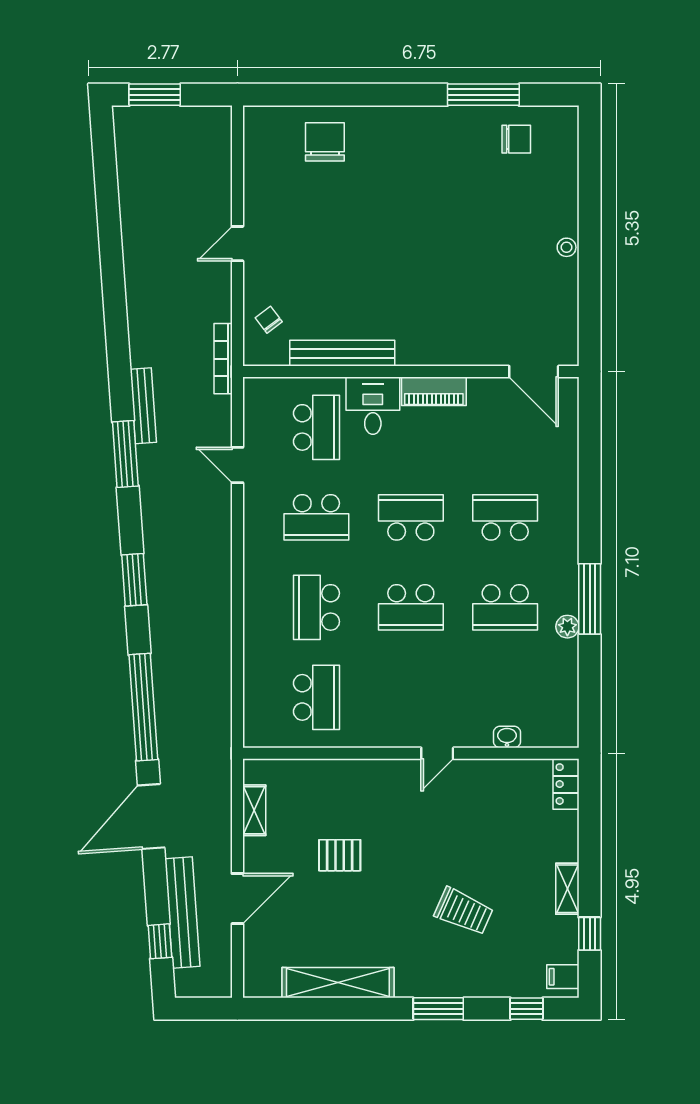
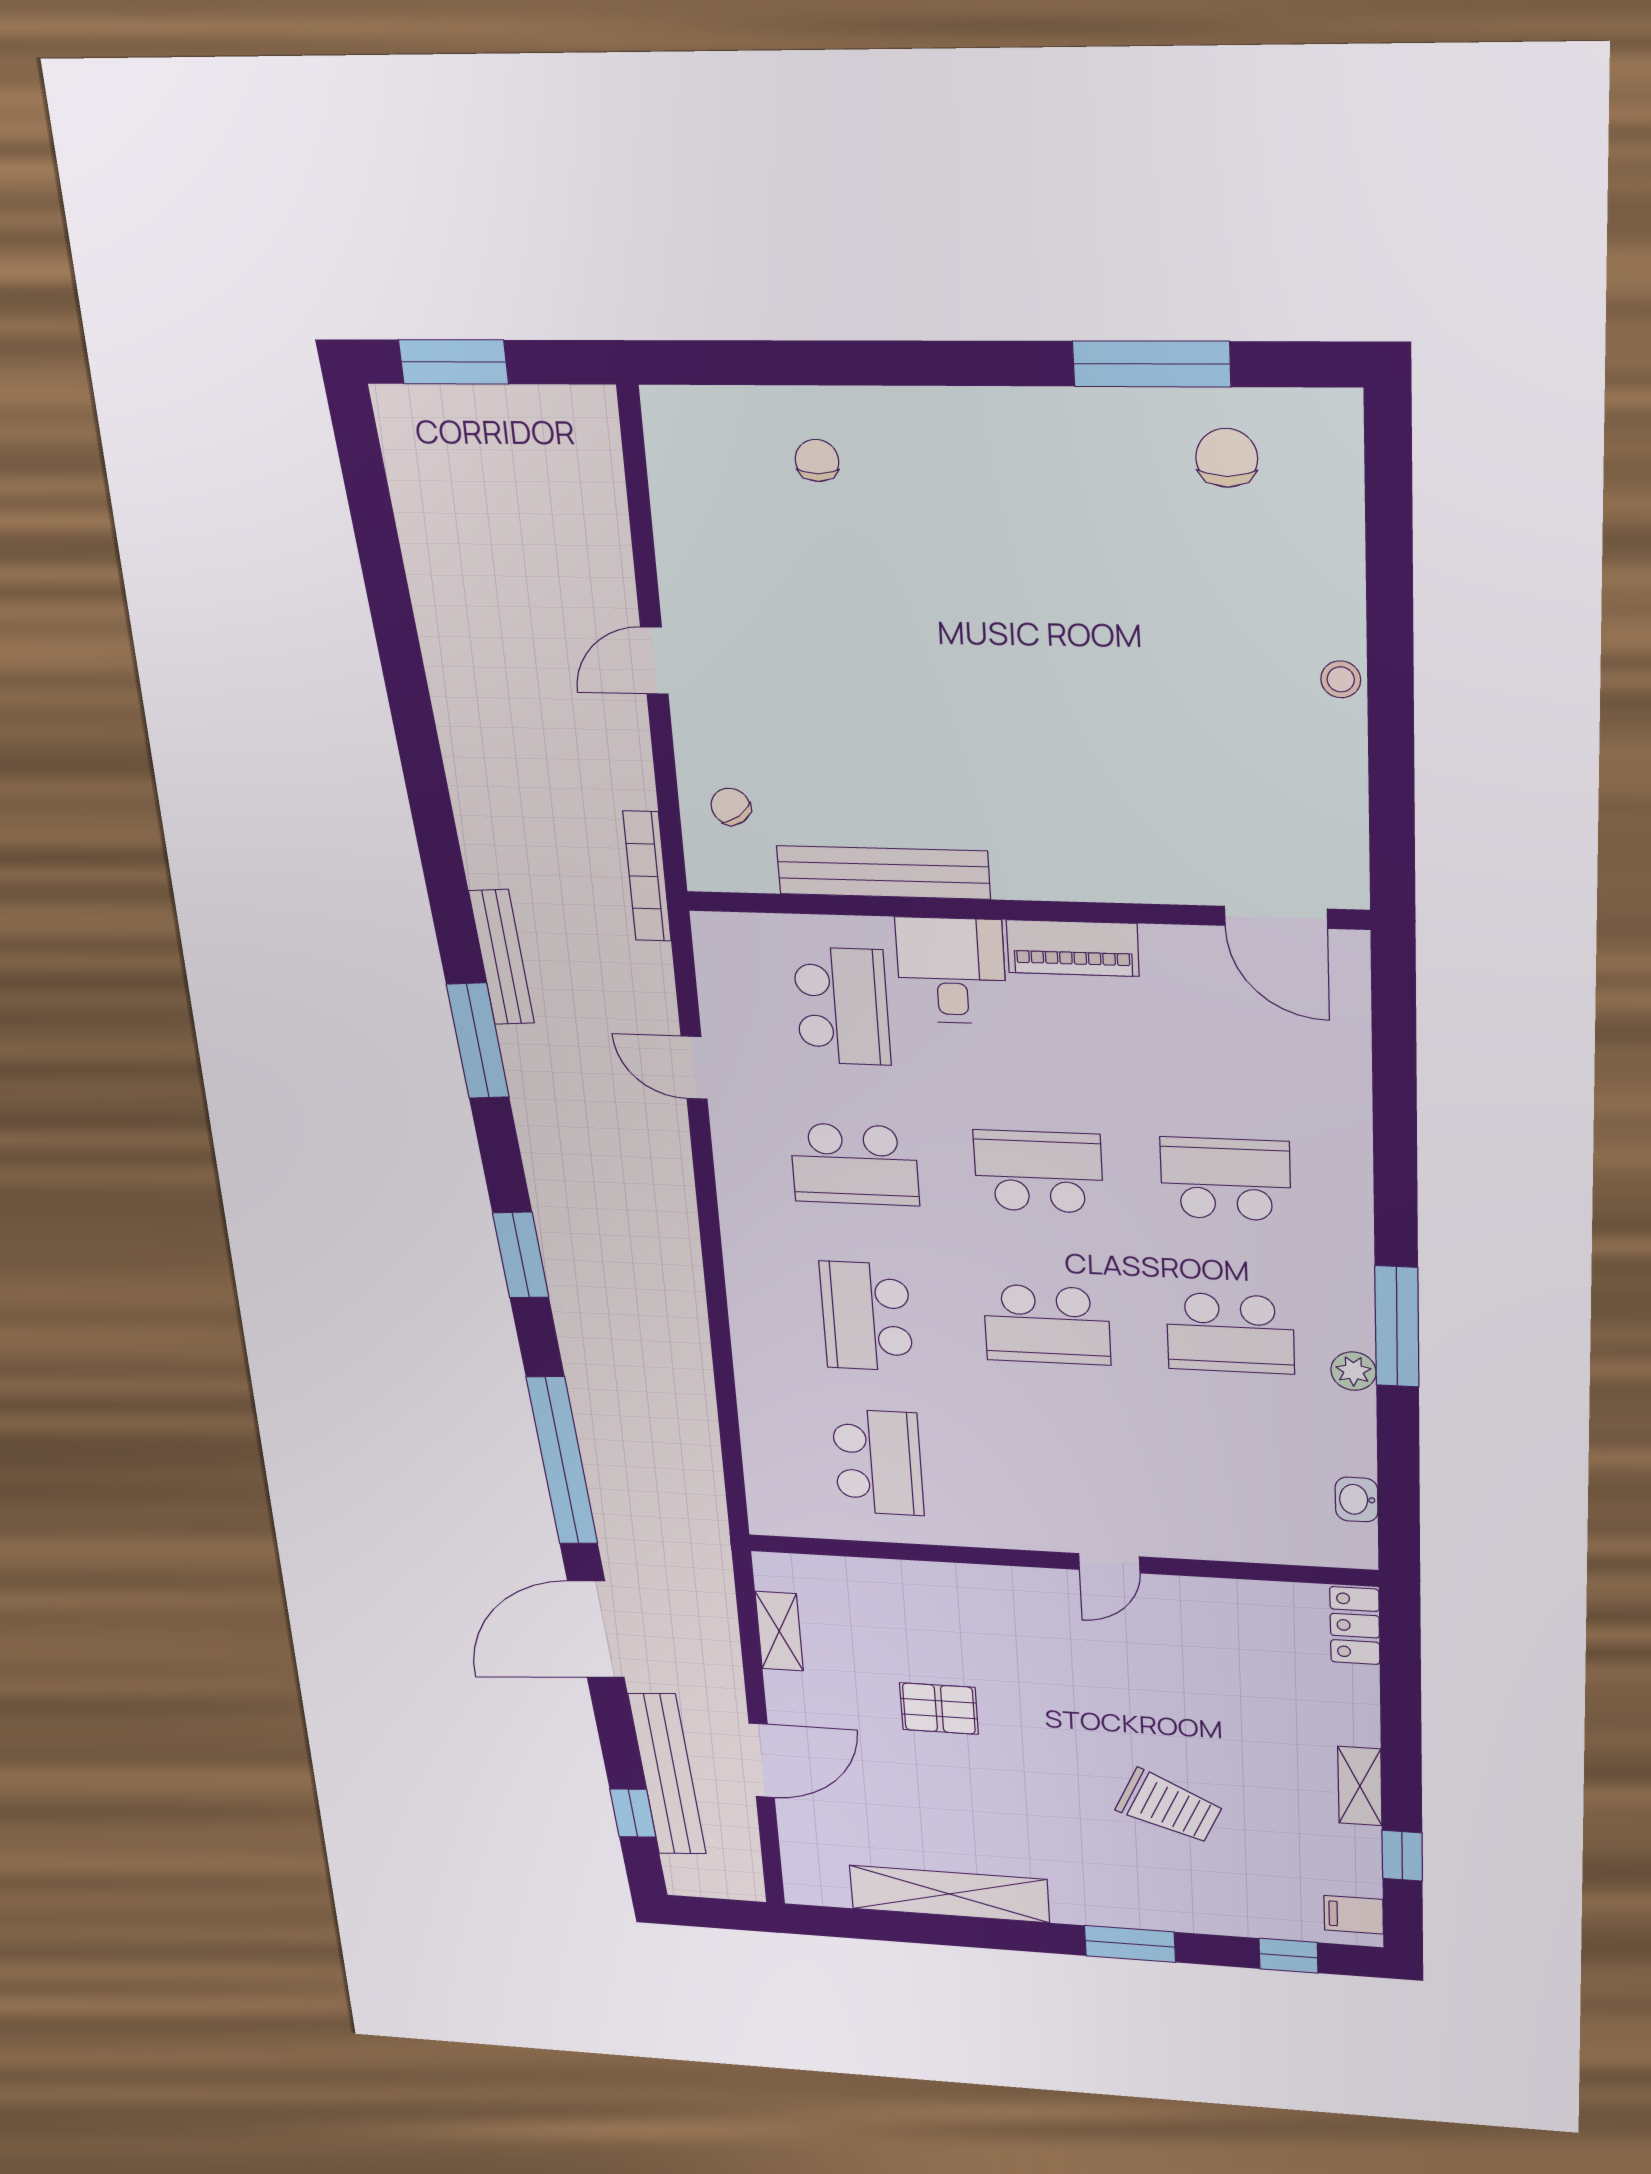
chair: (516, 139) -> (1227, 458), turned -90
chair: (325, 142) -> (817, 460), width x0.54, depth x0.54
washbasin: (507, 737) -> (1357, 1499), moved, turned -90

